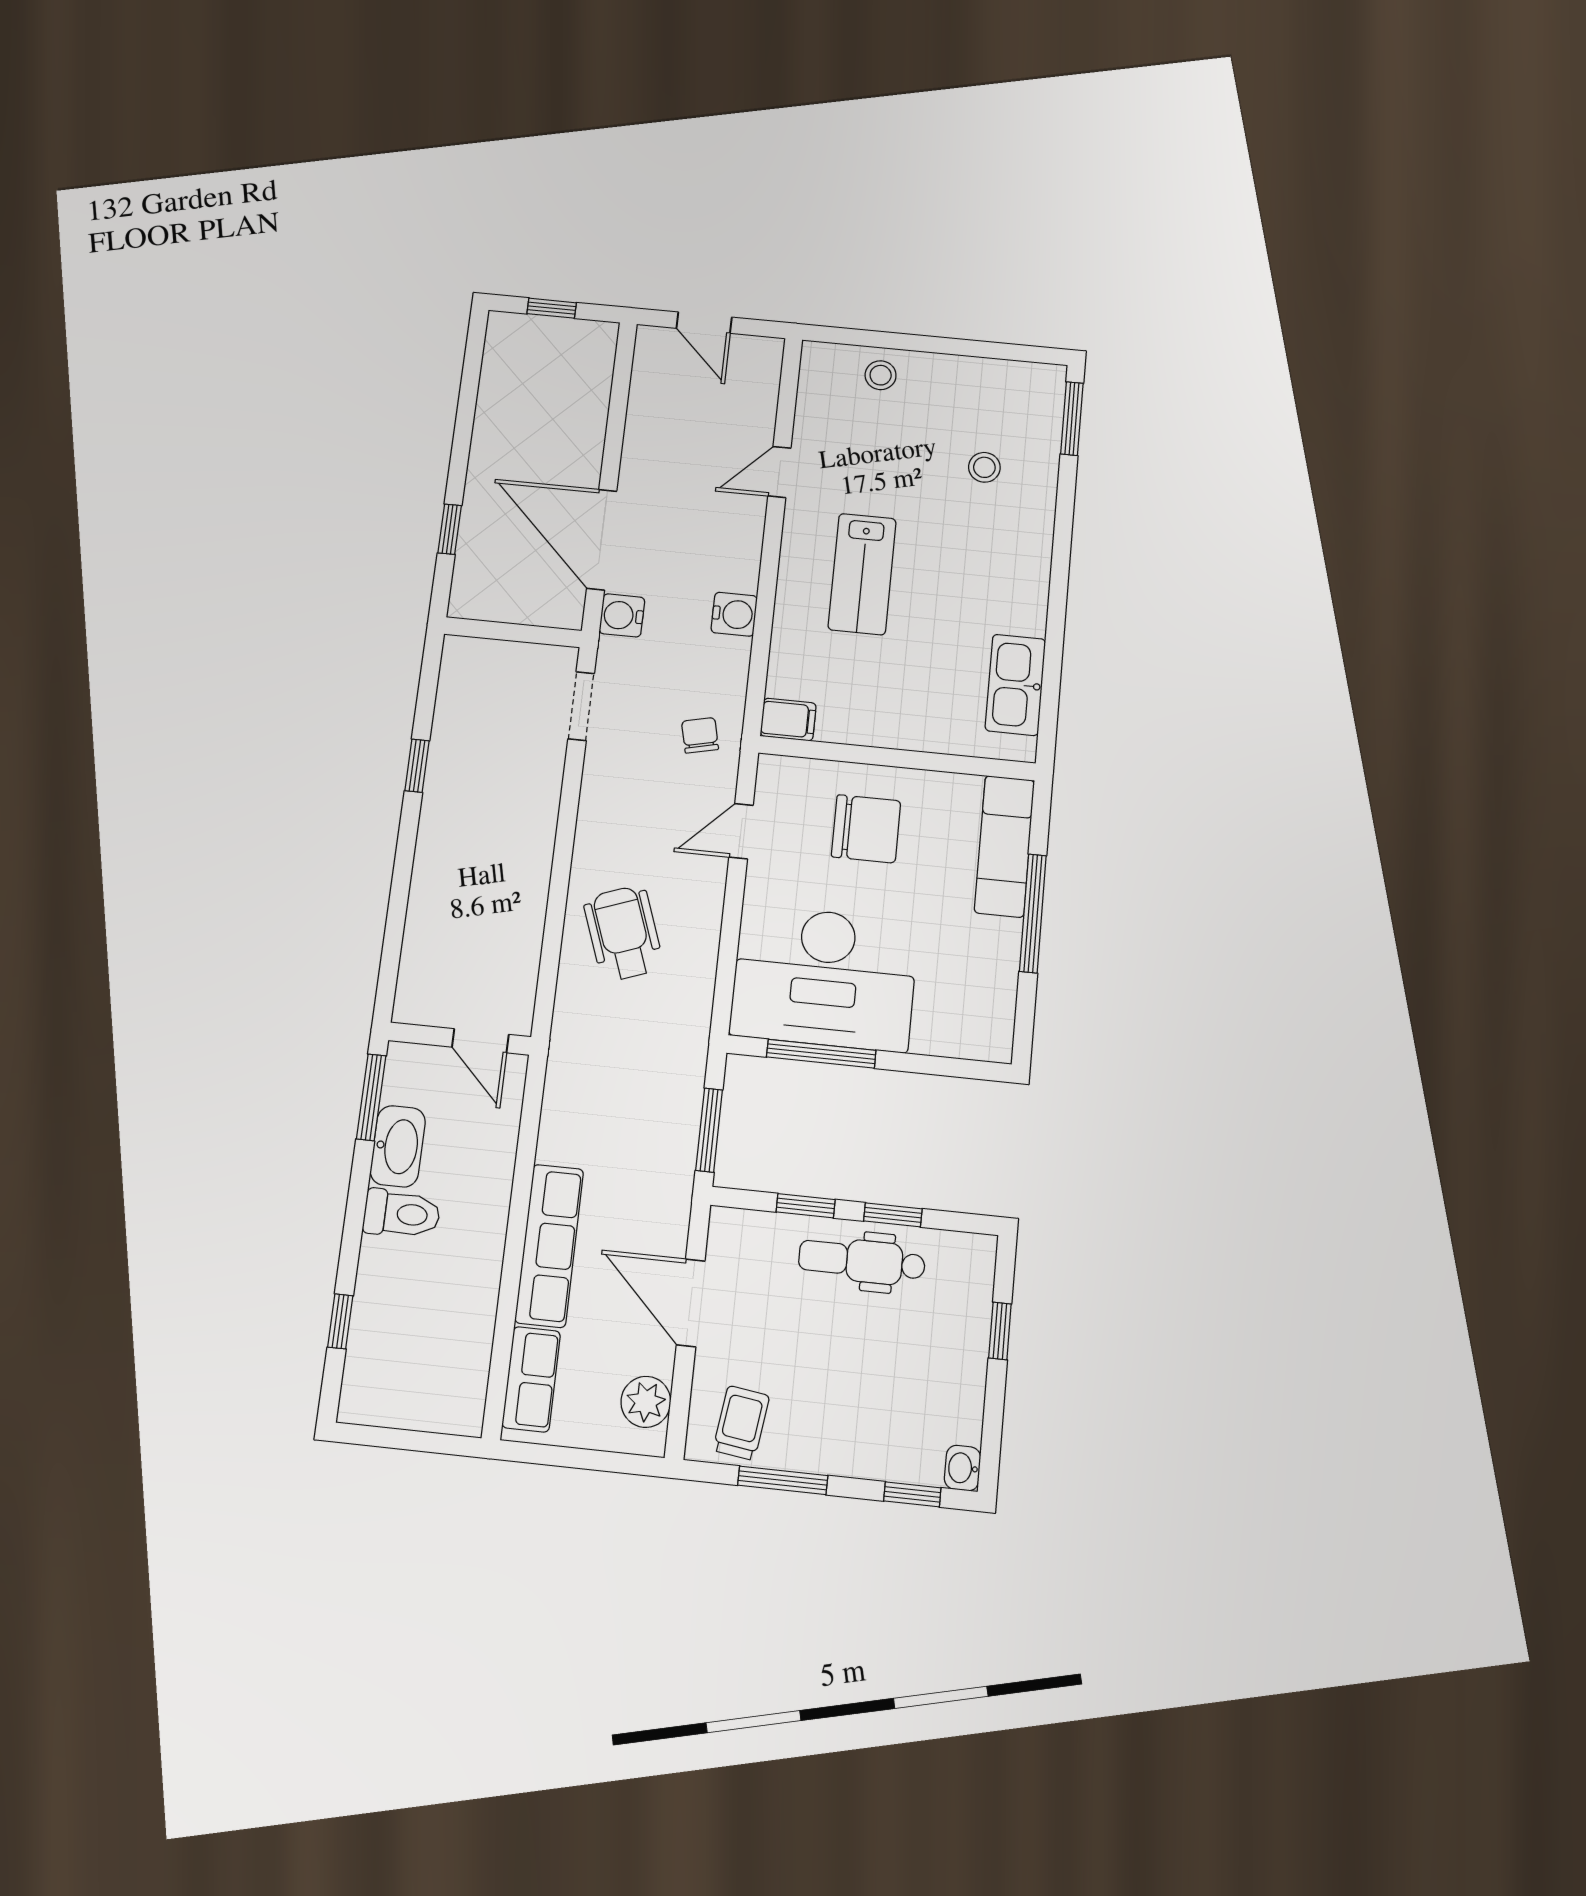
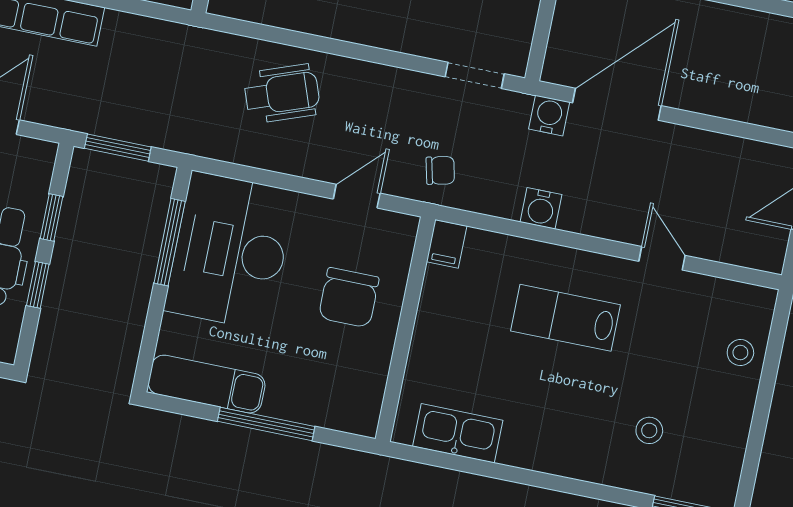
door: (741, 831) -> (357, 196), hinge flipped
exam couch: (1004, 846) -> (207, 384), moved

